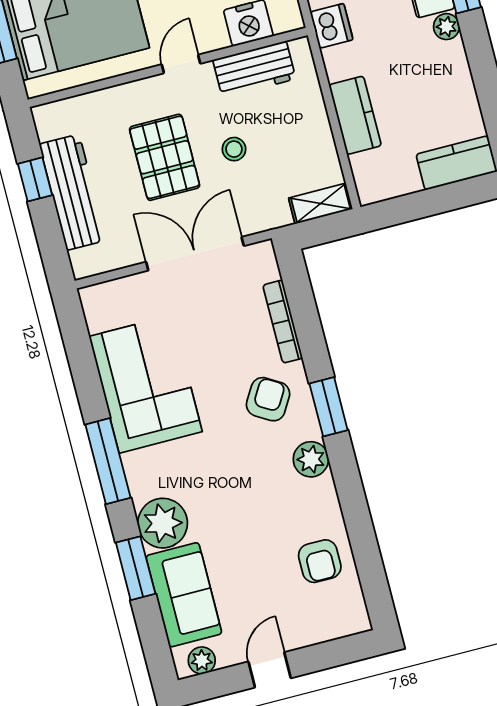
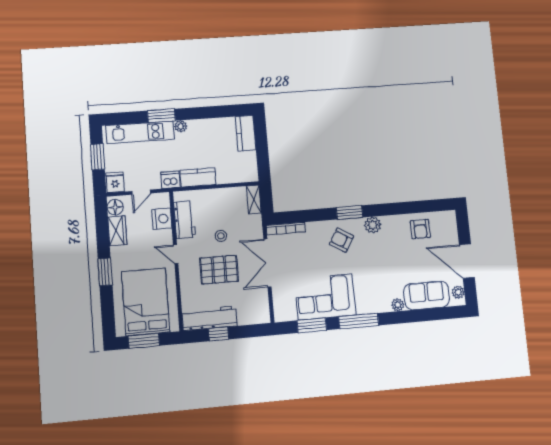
kitchen counter: (355, 115) -> (198, 177), moved
workbench: (73, 192) -> (209, 318), moved
bookcase: (283, 322) -> (286, 229), moved
plant: (163, 523) -> (398, 305), width x0.53, depth x0.53
armchair: (320, 561) -> (420, 229), turned 90
window: (136, 568) -> (312, 325), moved
door: (270, 670) -> (467, 261), width x1.88

